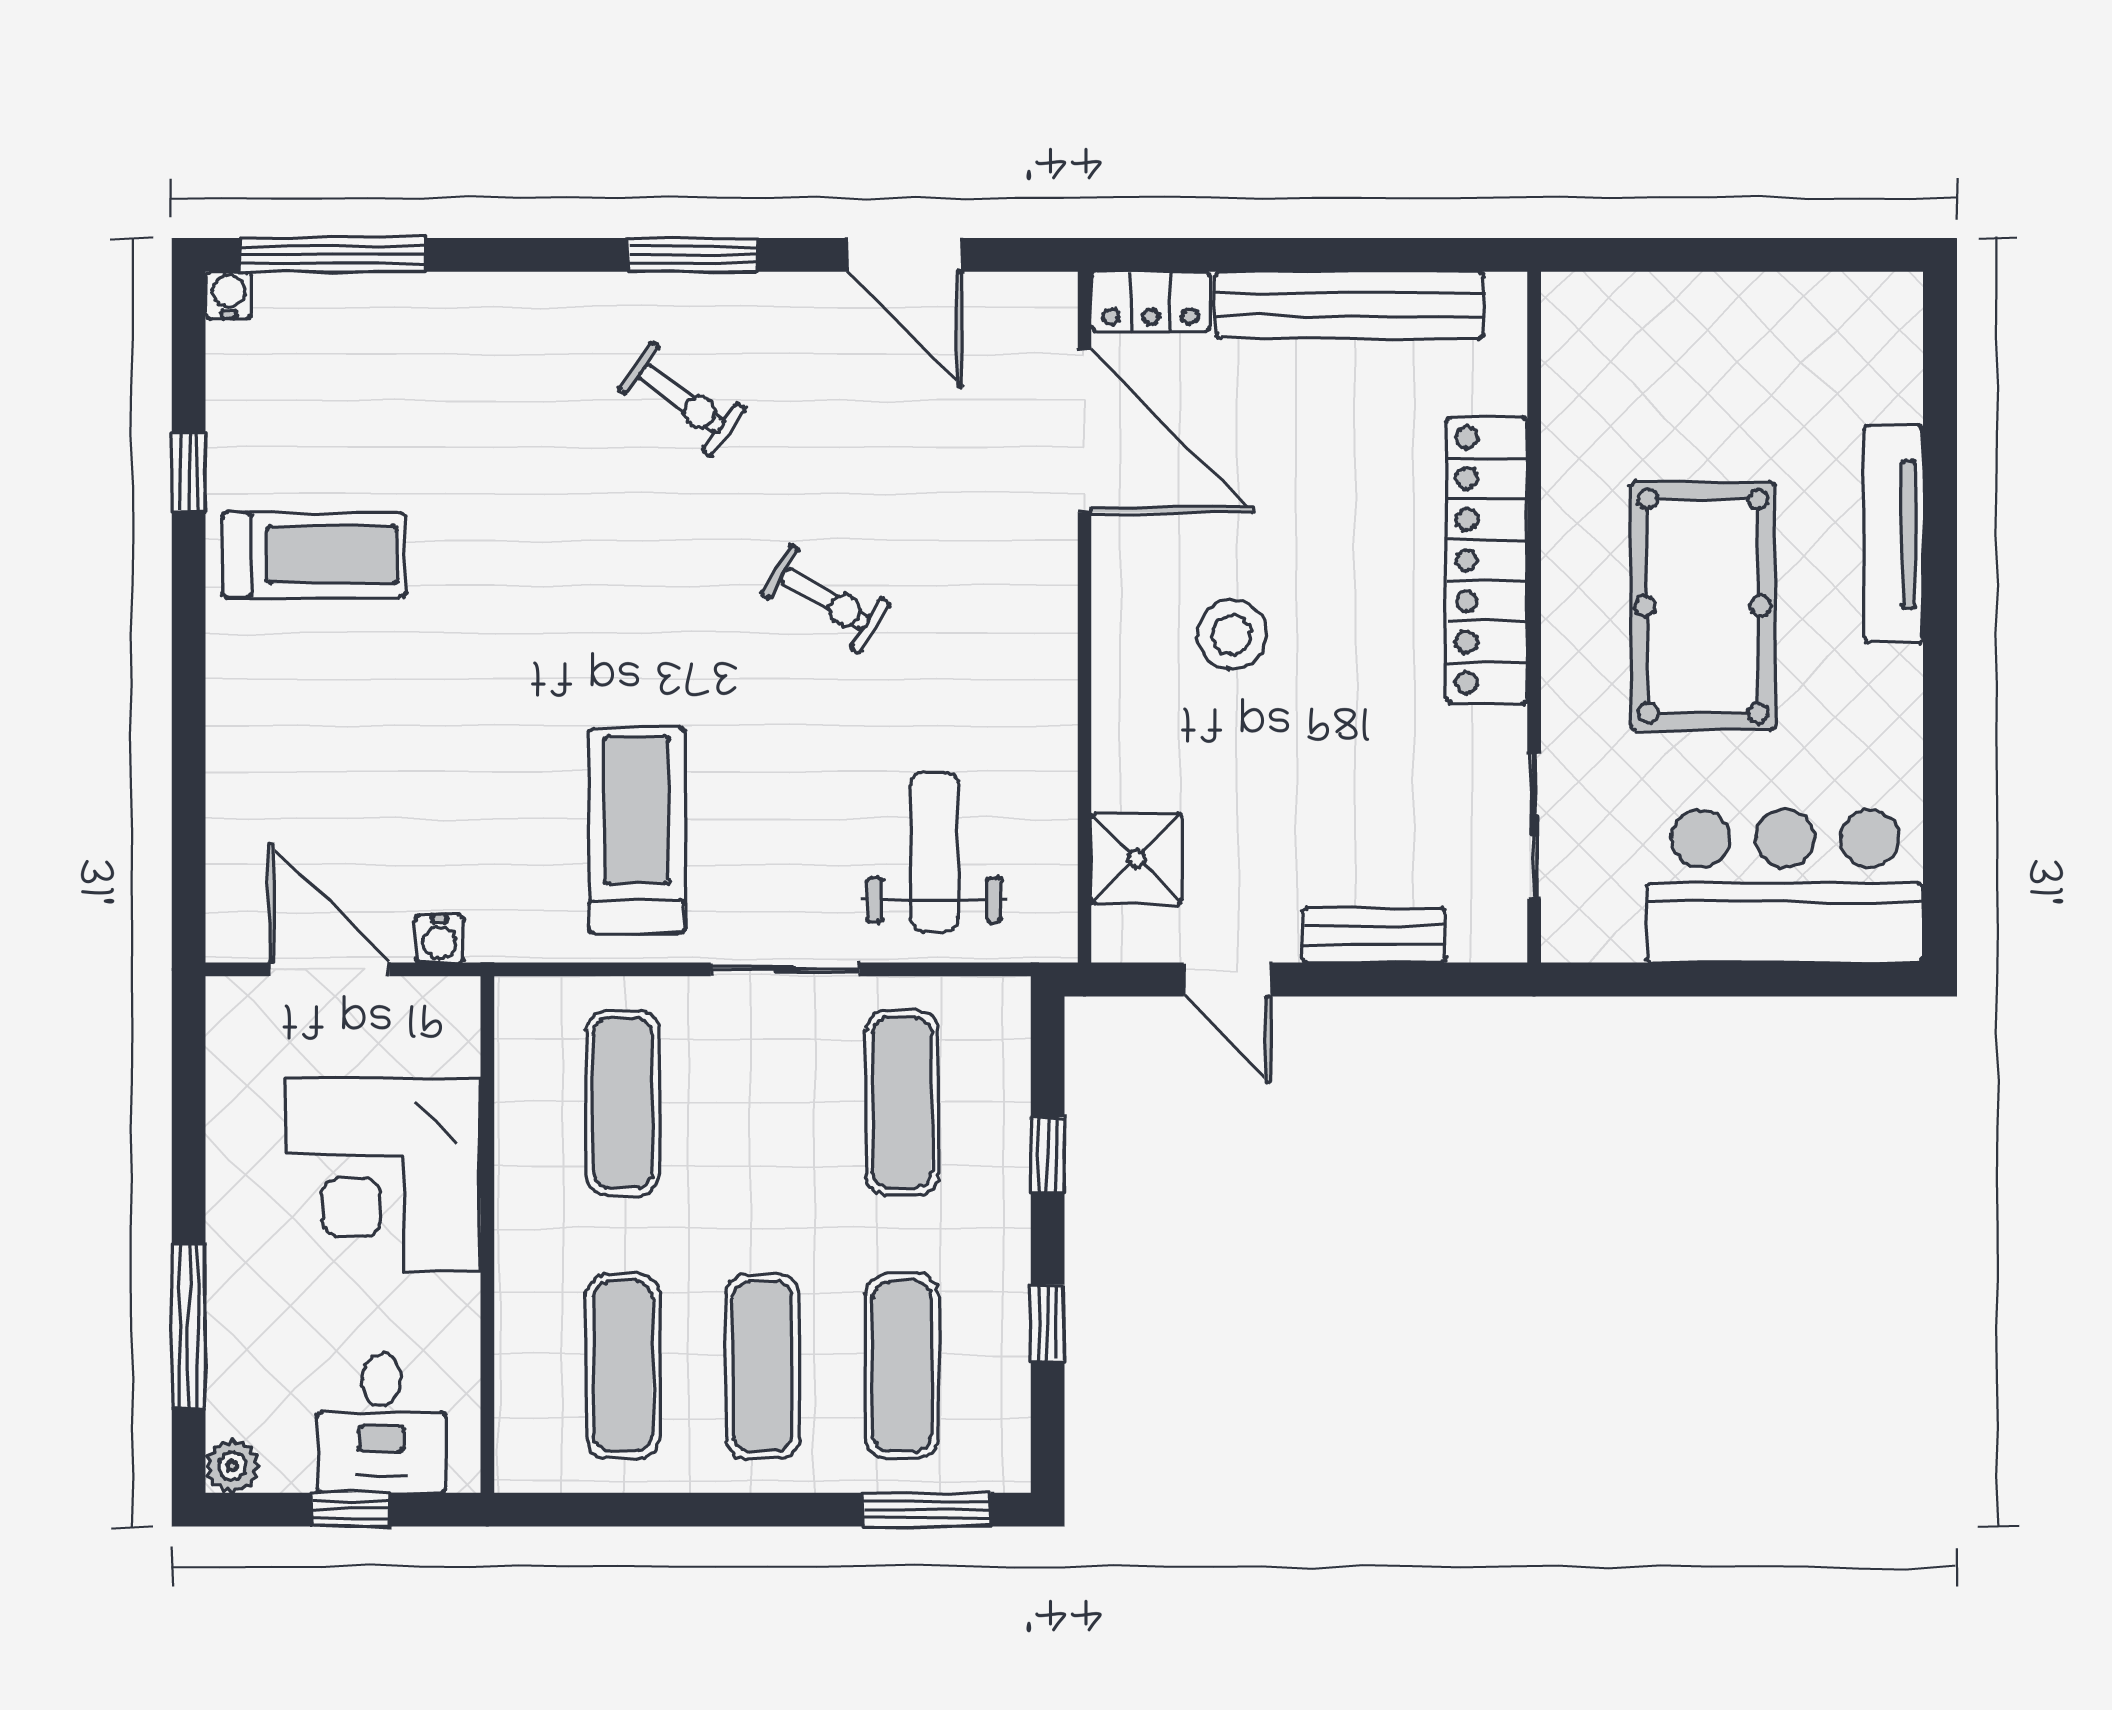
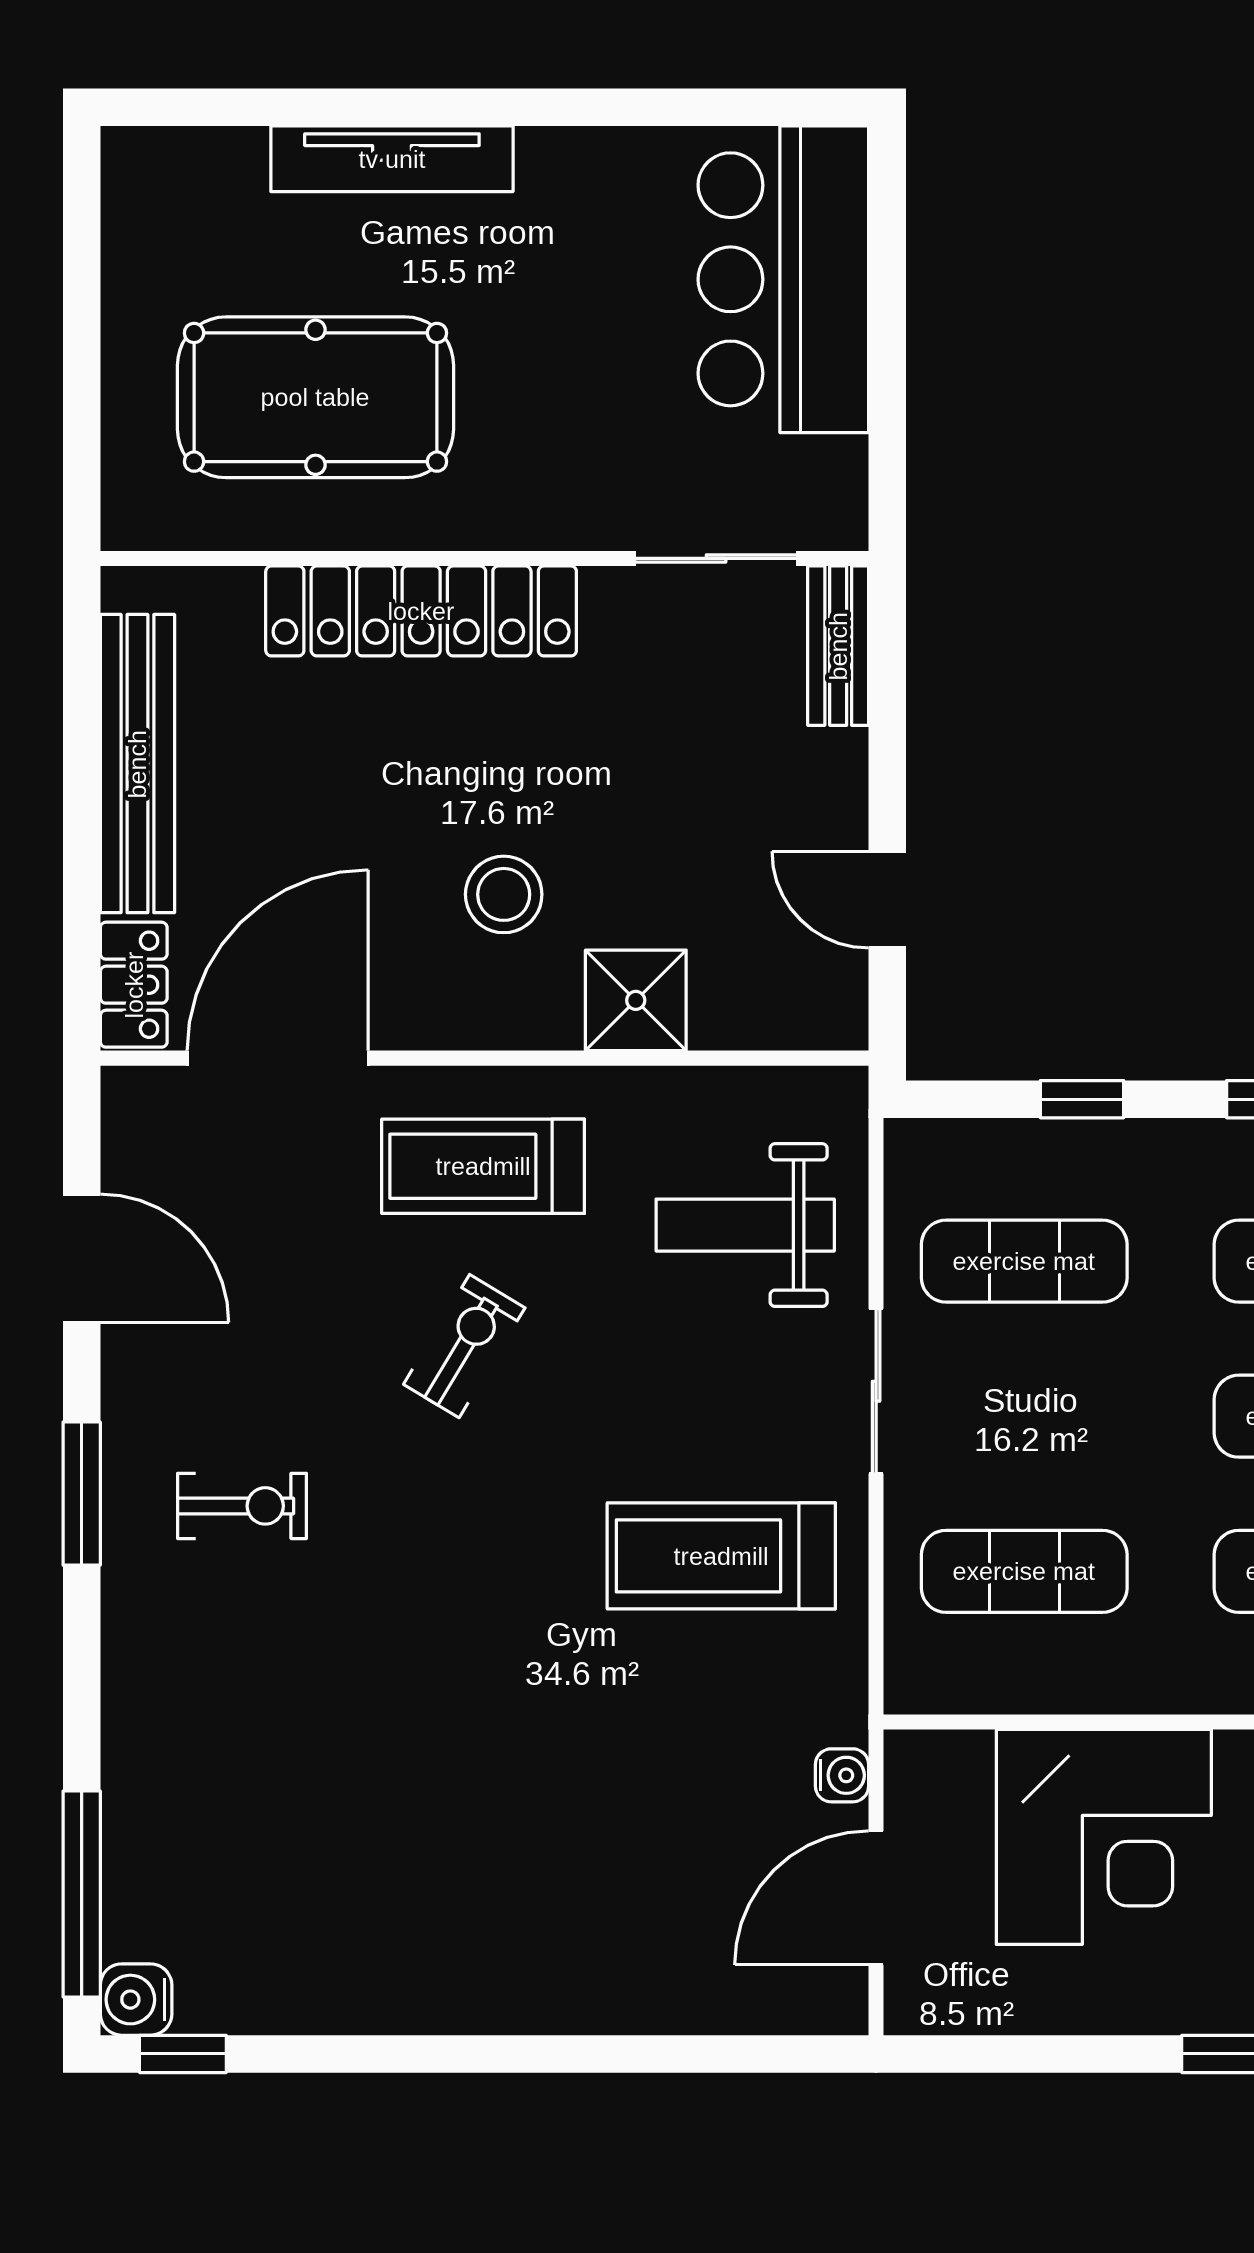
door: (904, 255) -> (82, 1258), hinge flipped
water cooler: (229, 295) -> (136, 2000), width x1.38, depth x1.38
exercise bike: (682, 399) -> (242, 1506), turned 54
window: (189, 472) -> (183, 2054), moved
treadmill: (314, 555) -> (483, 1166), moved, turned -90
pool table: (1703, 606) -> (315, 397), moved
shower: (1137, 858) -> (636, 1000), moved
bench: (1374, 935) -> (838, 646), moved
door: (1227, 979) -> (887, 900), swing flipped

